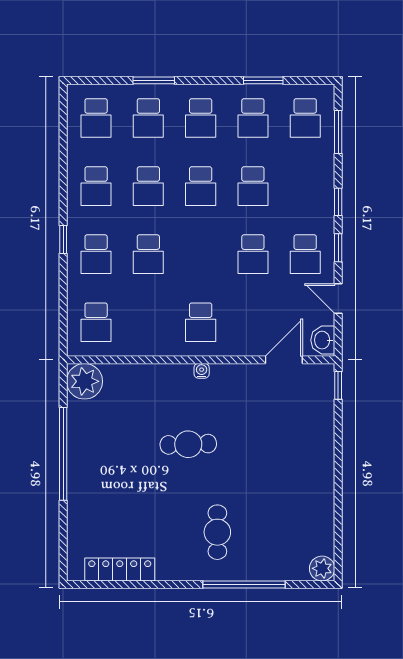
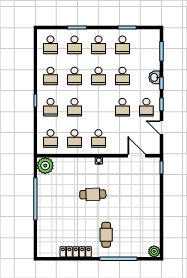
school desk: (305, 118) -> (74, 138), moved
washbasin: (323, 340) -> (154, 77), moved
door: (284, 360) -> (137, 156), hinge flipped
locker: (120, 569) -> (76, 252), moved

